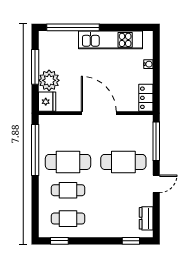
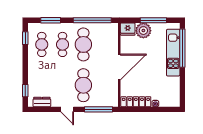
kitchen unit: (110, 40) -> (173, 53), moved
locker: (146, 98) -> (136, 102), width x1.53
window: (35, 206) -> (51, 20), added

